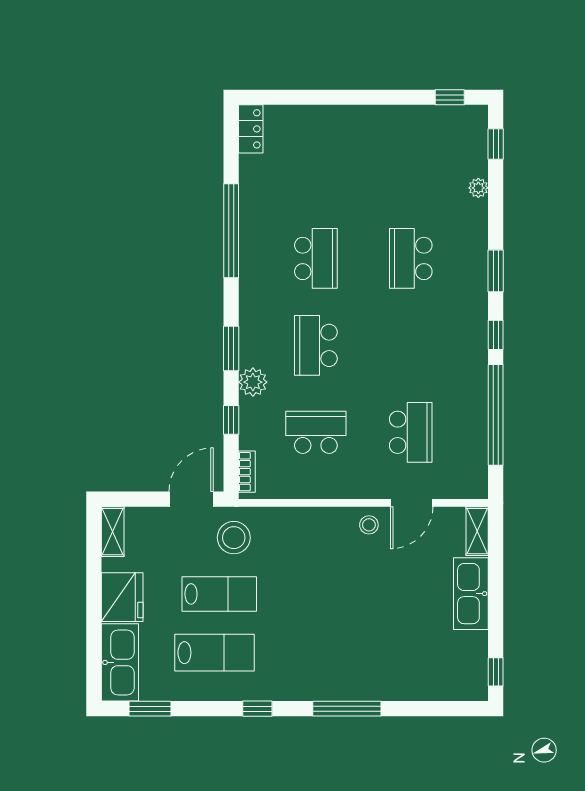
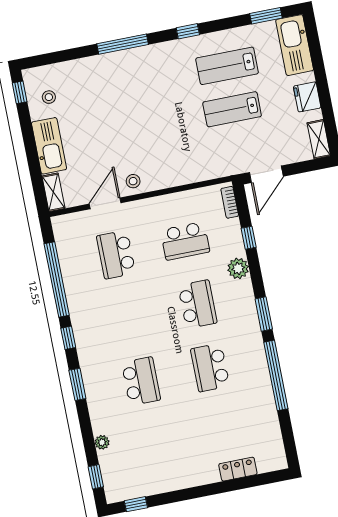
locker: (251, 129) -> (238, 469), moved, turned 90
window: (231, 349) -> (264, 314), moved
stool: (234, 538) -> (49, 97), moved, width x0.53, depth x0.53
fridge: (122, 597) -> (307, 97), width x0.73, depth x0.75

